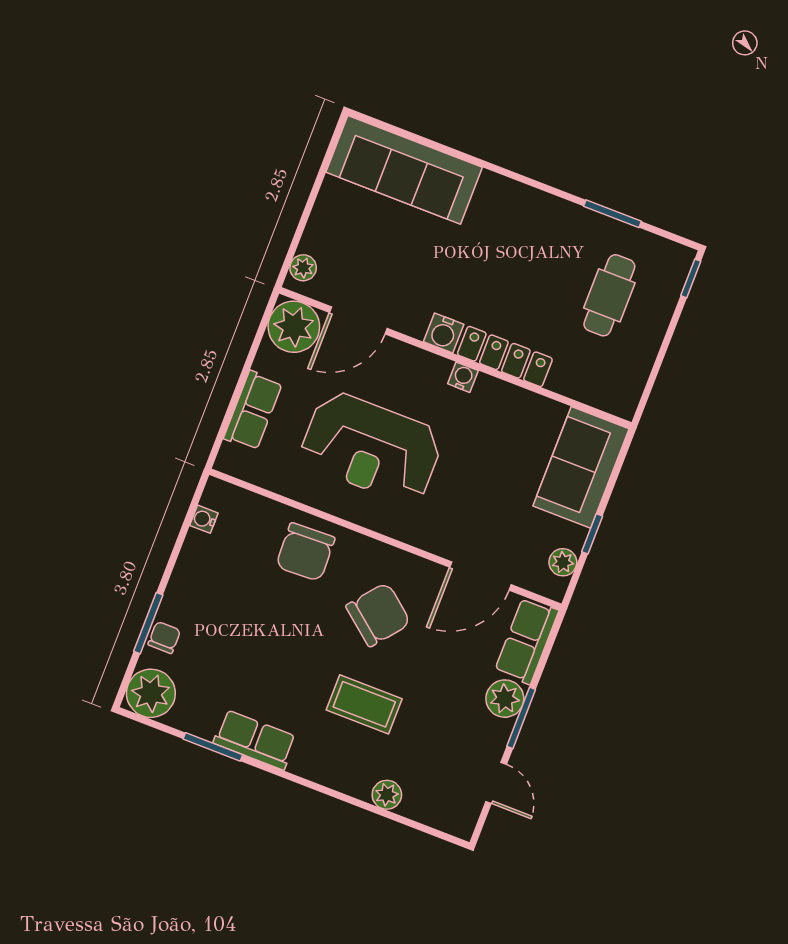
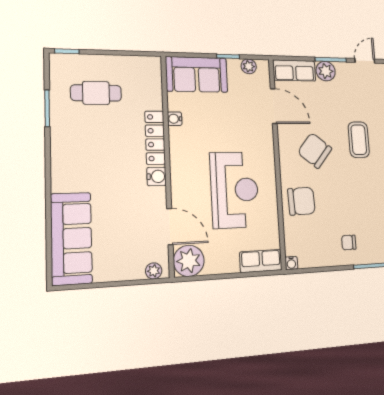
water cooler: (463, 377) -> (175, 119), moved
row of seats: (253, 411) -> (261, 261), moved
water cooler: (204, 519) -> (291, 263), moved
chair: (164, 637) -> (349, 243), moved

